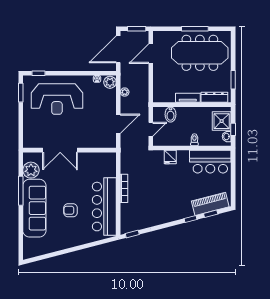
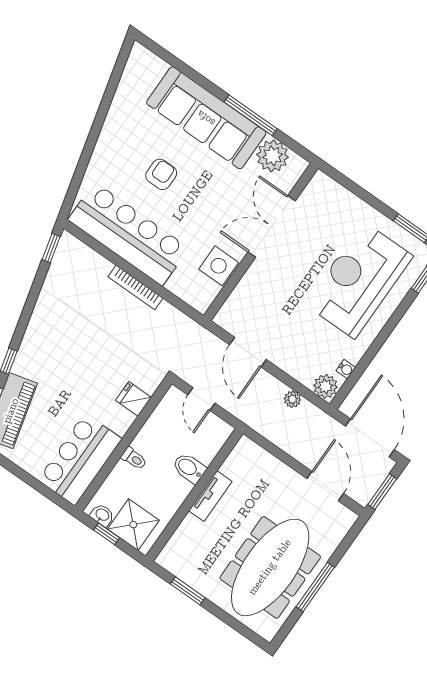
dresser: (214, 97) -> (181, 540), removed
bidet: (170, 114) -> (189, 468), moved
side table: (91, 161) -> (219, 266), added

